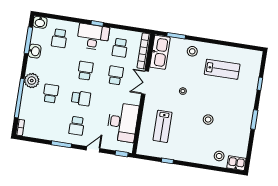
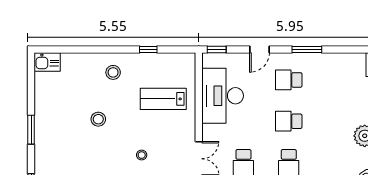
school desk: (51, 93) -> (334, 121), removed
school desk: (77, 126) -> (289, 80), turned -90
lab bench: (163, 126) -> (163, 99), turned -90
stool: (219, 156) -> (113, 72), moved

